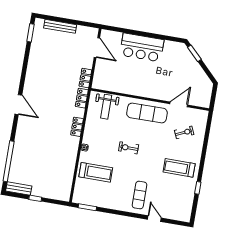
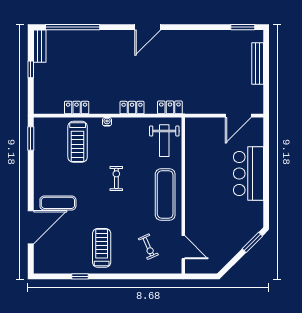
locker: (85, 78) -> (77, 108), moved
door: (179, 104) -> (183, 247), moved
weight bench: (106, 107) -> (164, 141), turned -90
door: (154, 219) -> (31, 227), width x1.88

